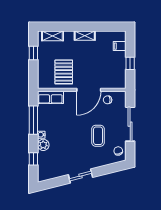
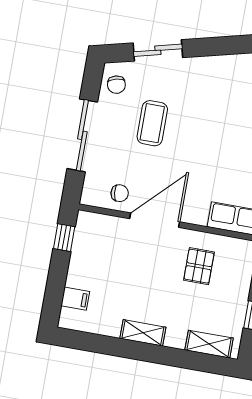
window: (130, 63) -> (64, 238), moved
pallet: (64, 72) -> (199, 266), width x0.67, depth x0.71
sliding door: (81, 176) -> (158, 50), moved

